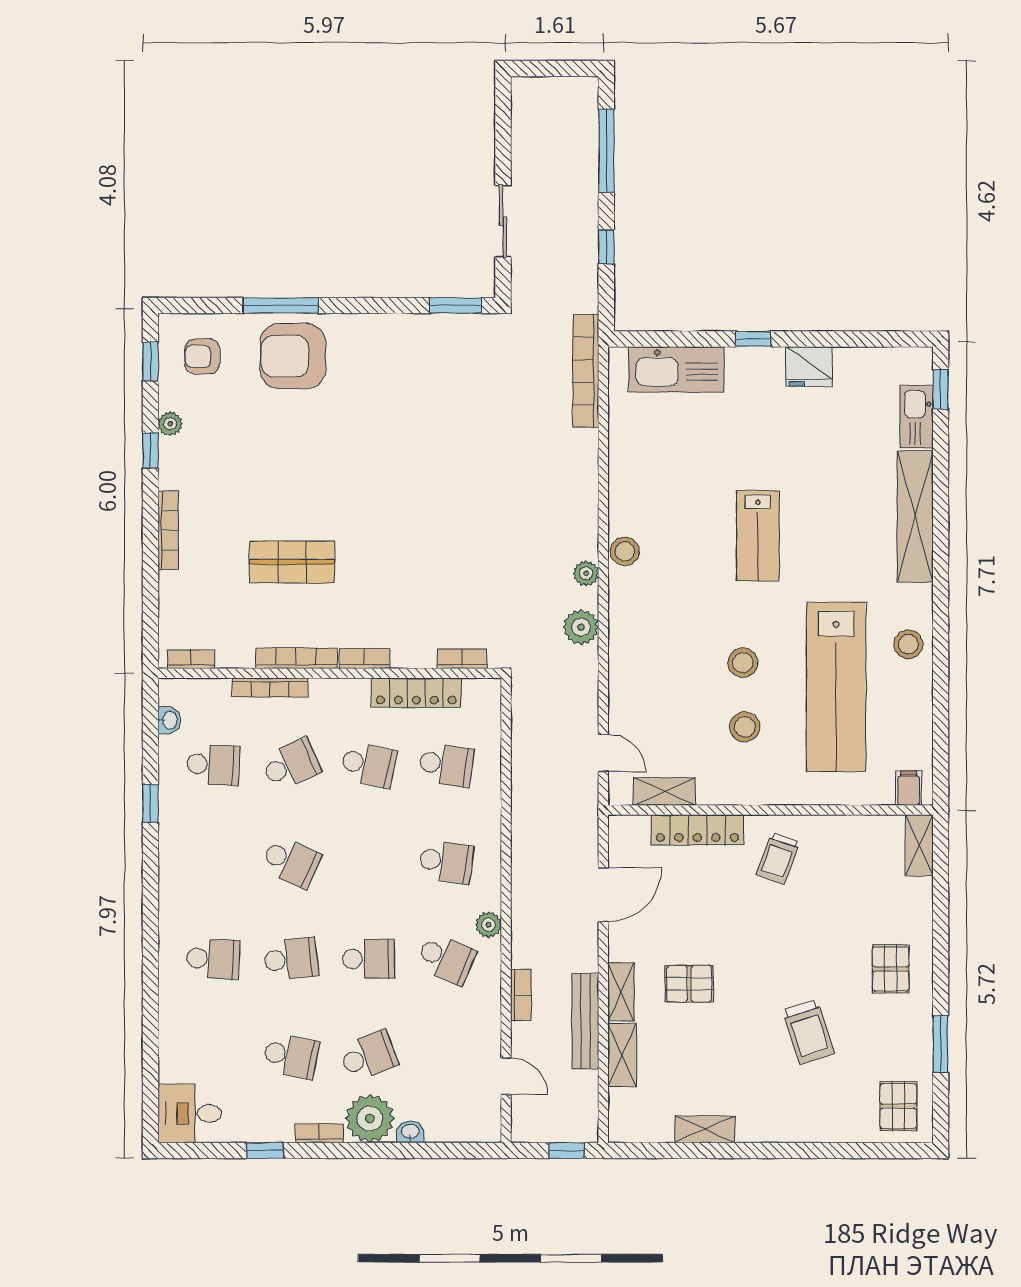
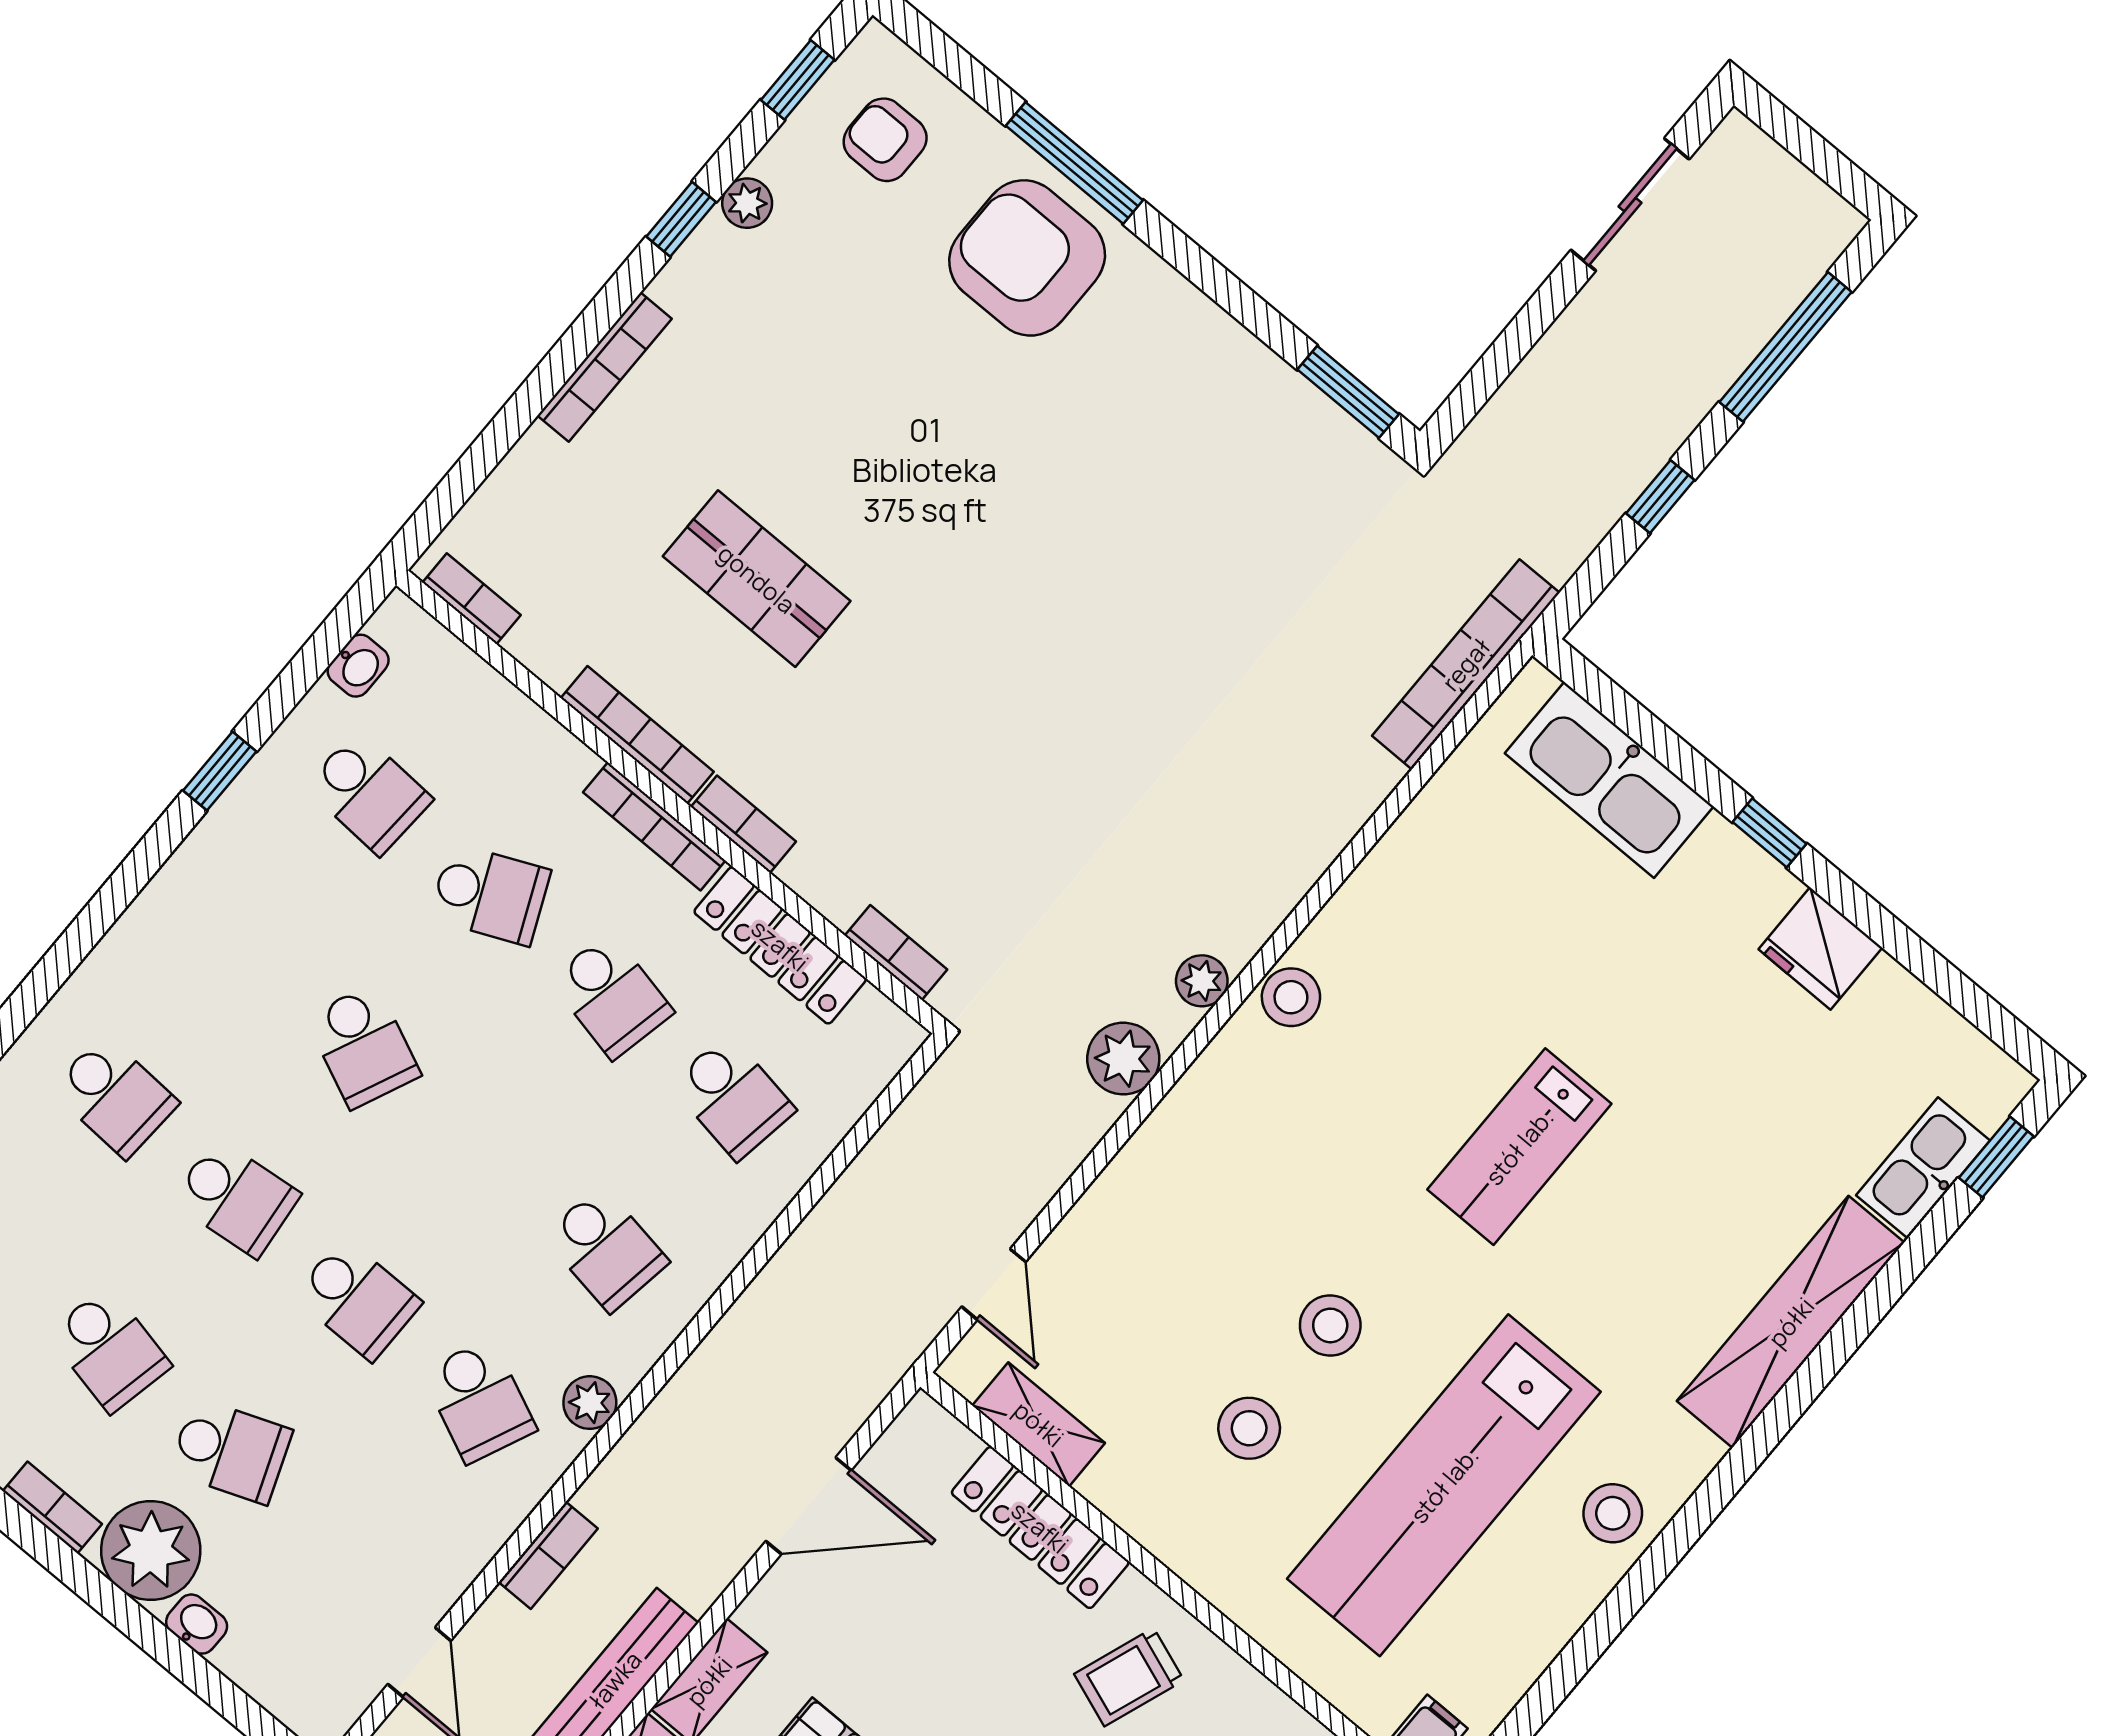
sliding door: (503, 221) -> (1630, 205), moved
bookcase: (270, 687) -> (654, 826), moved

